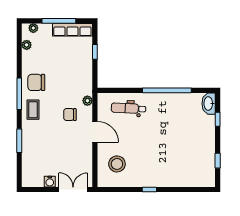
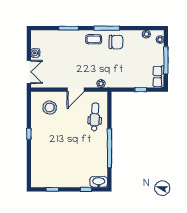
row of seats: (72, 30) -> (159, 77), width x0.68
chair: (36, 82) -> (116, 42), turned 90
chair: (70, 115) -> (90, 69), removed

